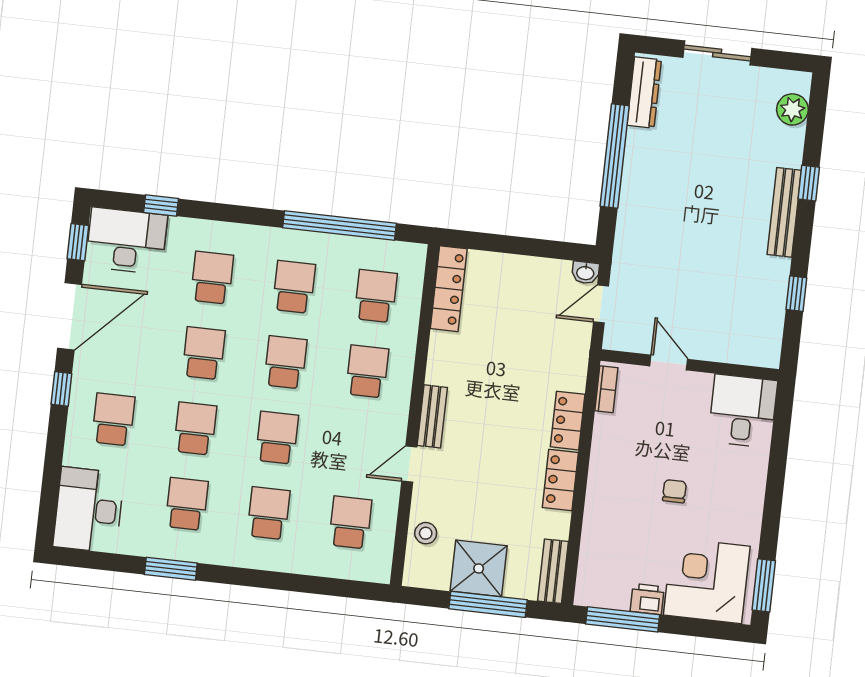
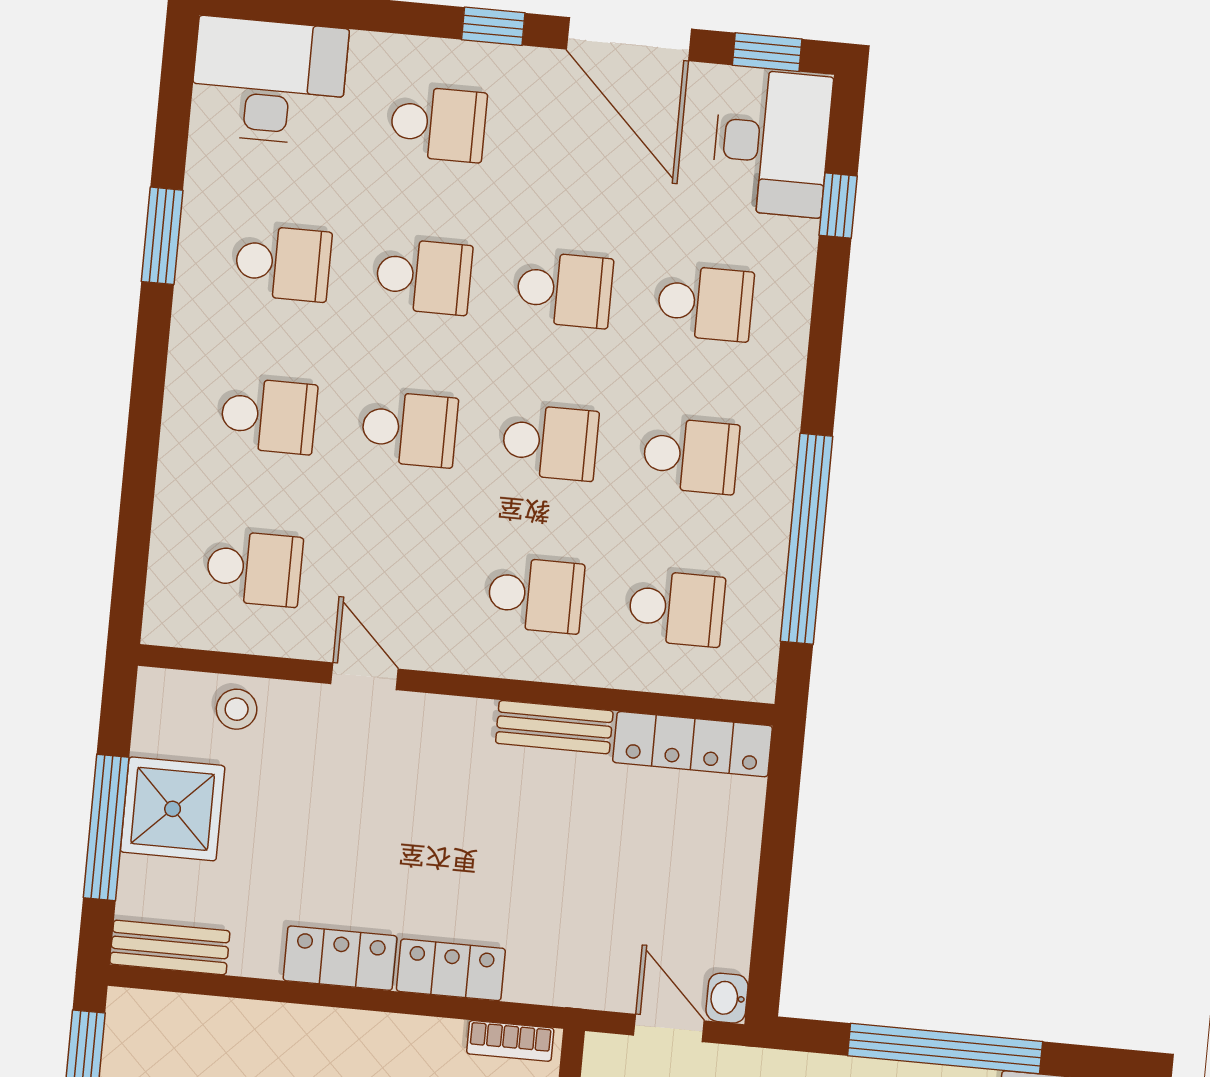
bench: (432, 416) -> (554, 727), moved

